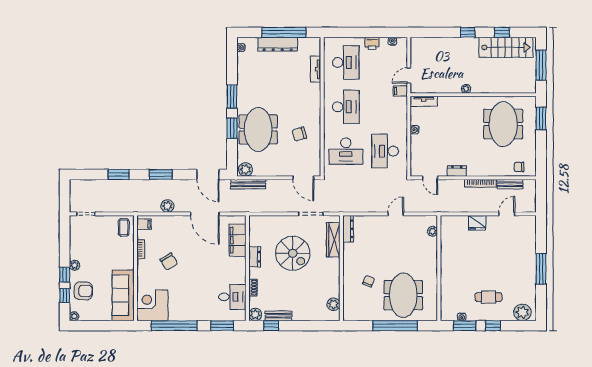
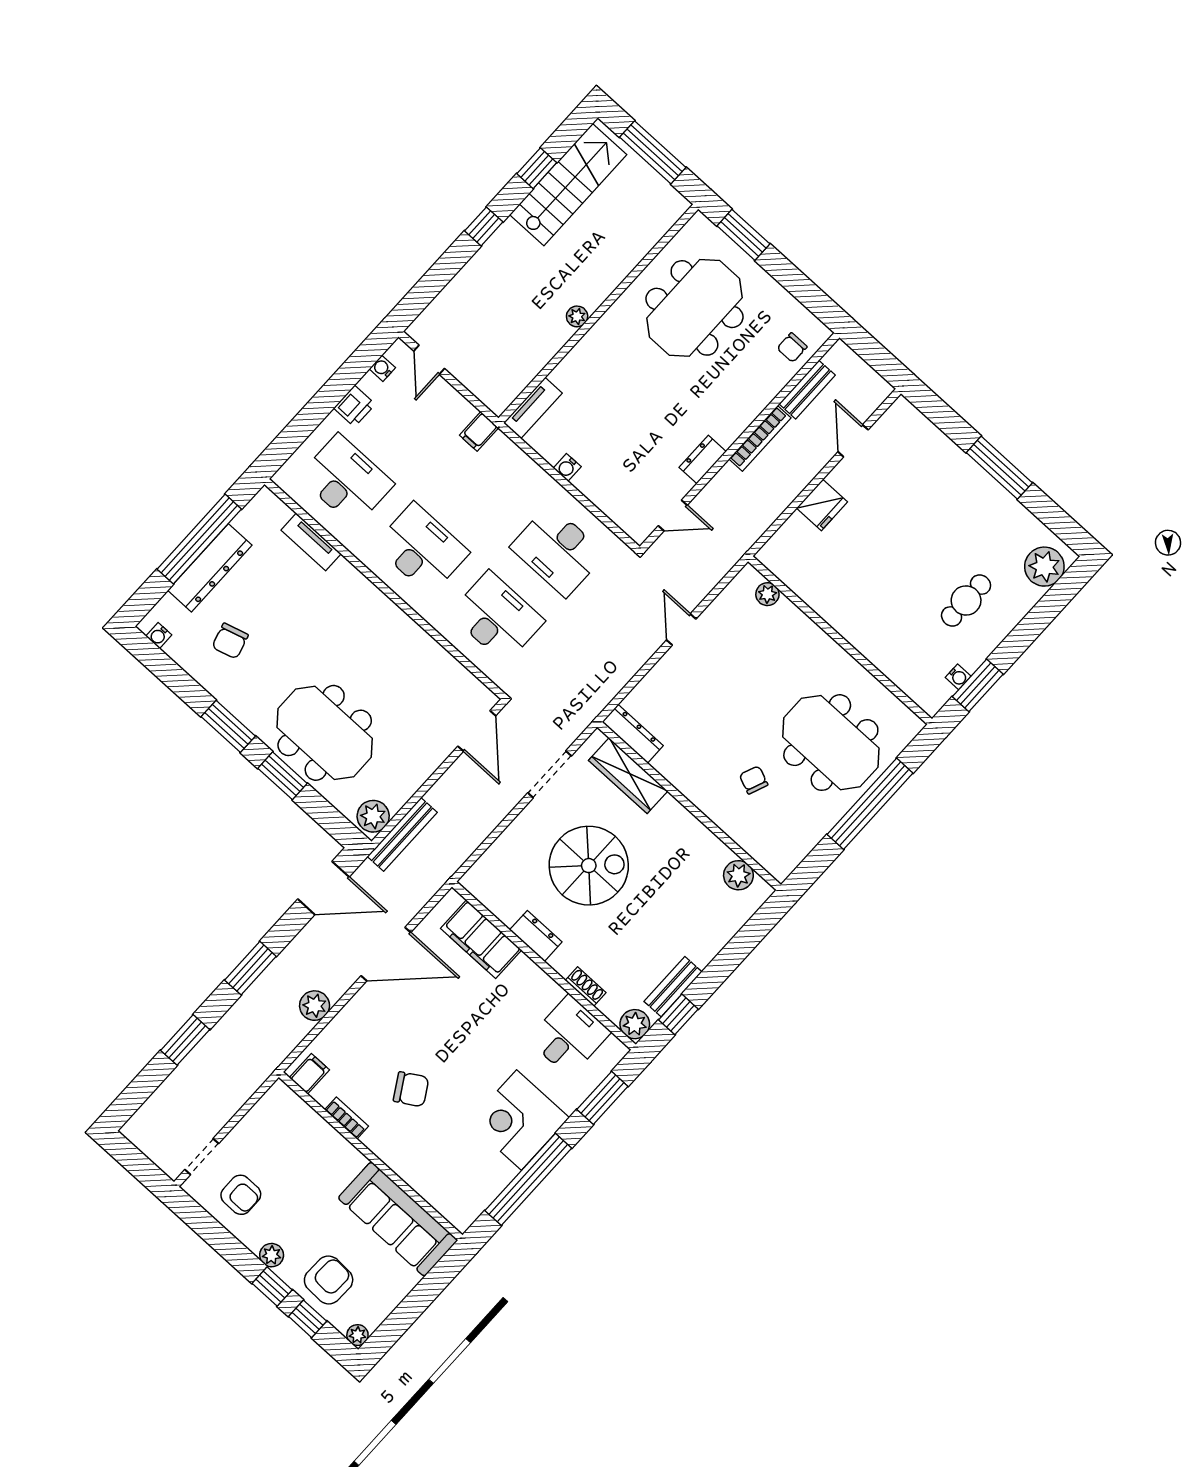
door: (409, 75) -> (429, 360), moved
meeting table: (503, 124) -> (694, 308), turned 90
chair: (299, 134) -> (230, 641), moved
desk: (346, 151) -> (497, 617), turned -90
door: (303, 178) -> (477, 731), hinge flipped
coffee table: (124, 227) -> (283, 1113), removed
armchair: (85, 238) -> (241, 1195), added
corner desk: (152, 305) -> (519, 1120), moved
window: (493, 326) -> (1022, 637), removed

